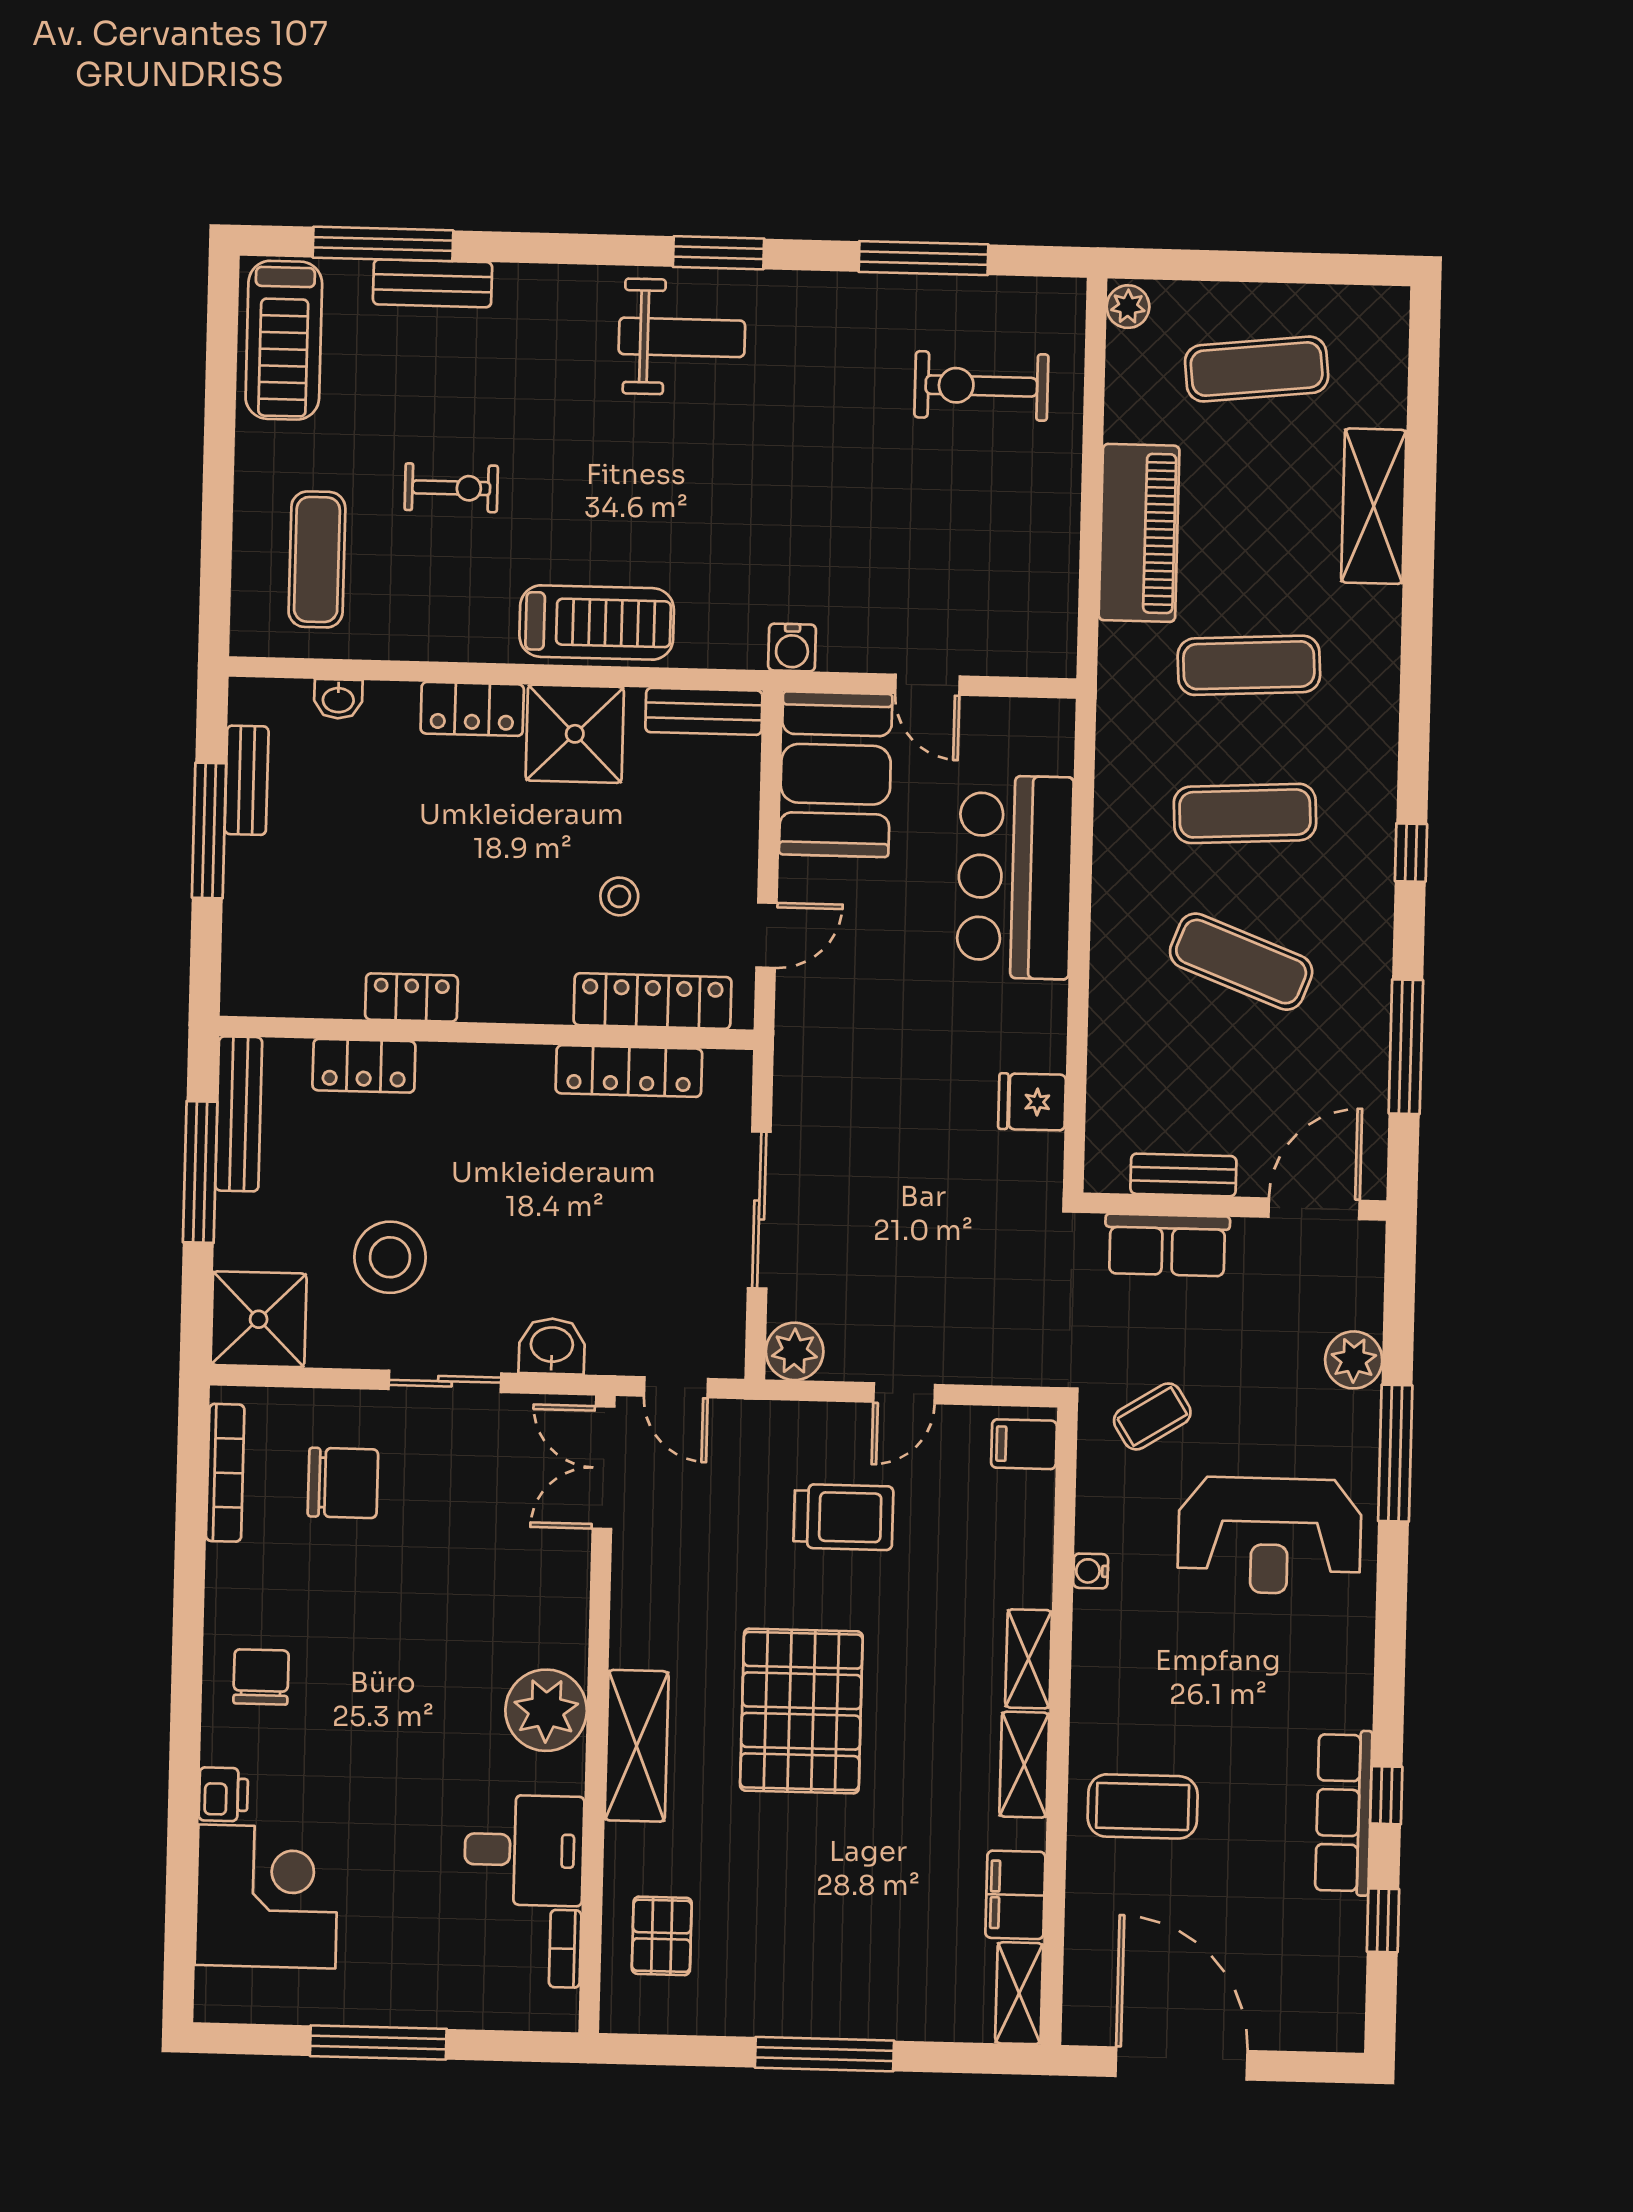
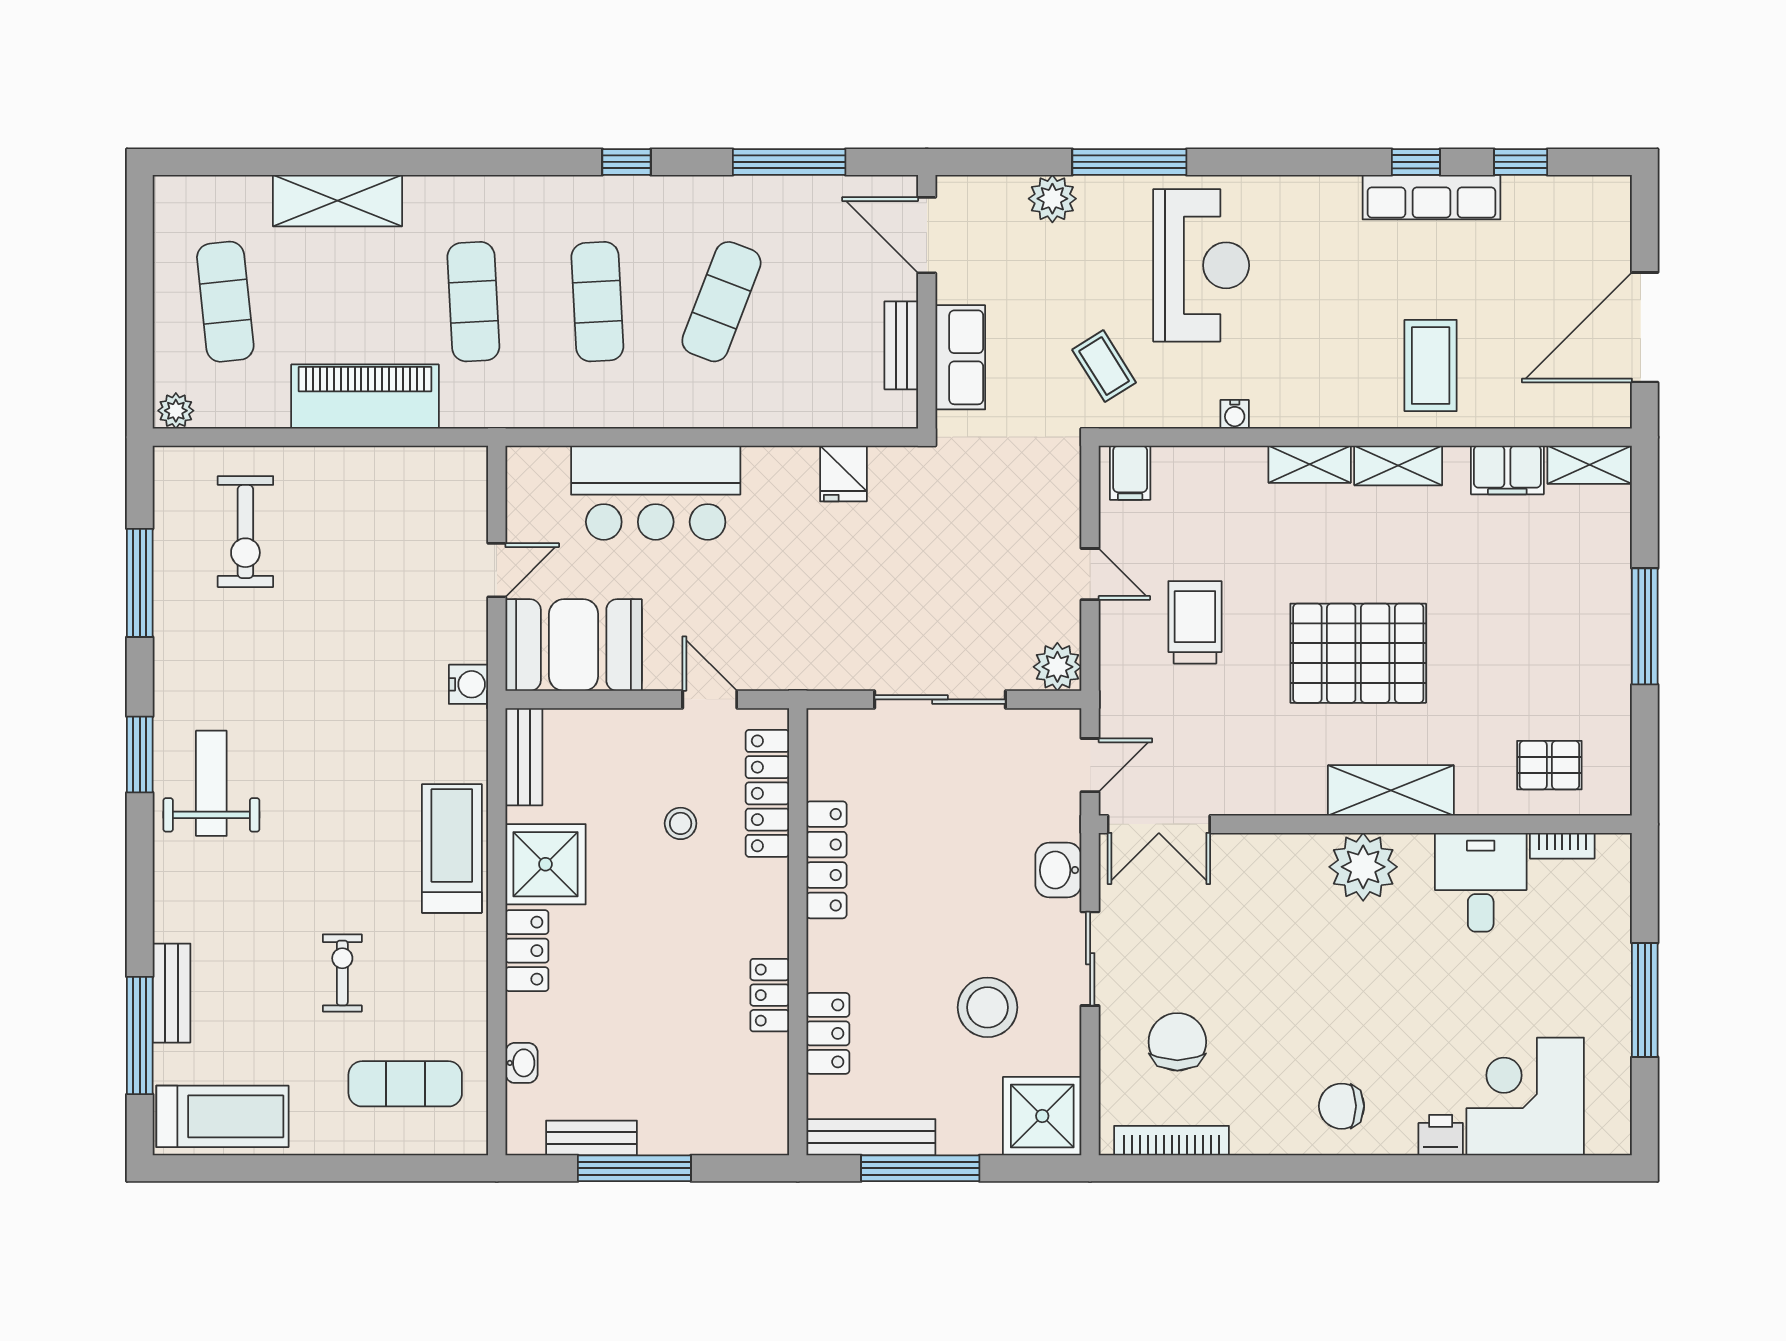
locker: (629, 1071) -> (826, 860), moved

